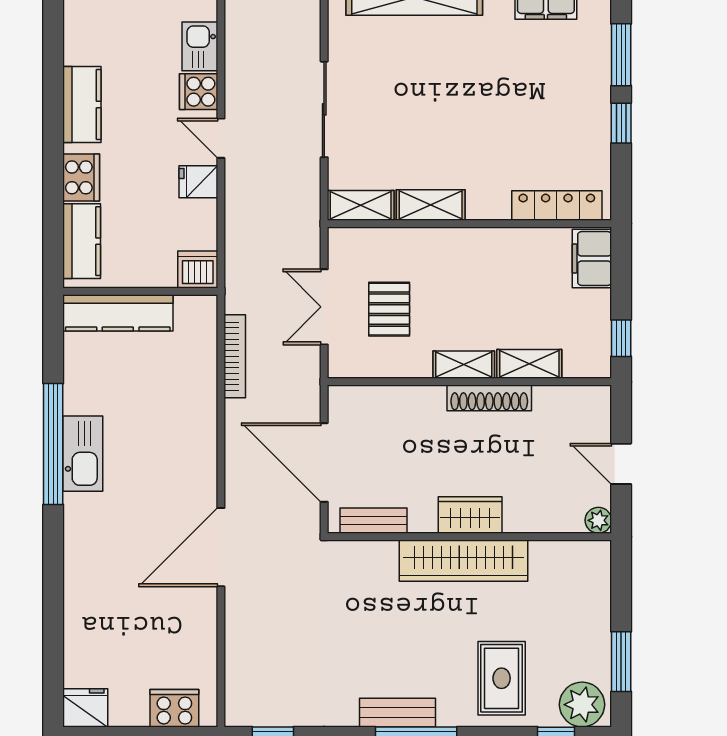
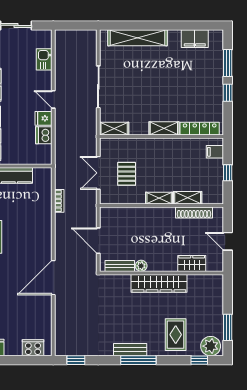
cooker: (199, 92) -> (44, 79), removed
shelving: (431, 205) -> (164, 128), moved
filing cabinet: (592, 259) -> (215, 152), width x0.50
dishwasher: (198, 270) -> (44, 135), moved, turned -90
window: (621, 338) -> (228, 173), moved
bookcase: (235, 356) -> (59, 201), width x0.64
shoe rack: (489, 398) -> (194, 213), moved
door: (324, 462) -> (98, 241), width x0.73
wardrobe: (470, 515) -> (192, 263), moved
plant: (598, 520) -> (141, 266), moved

